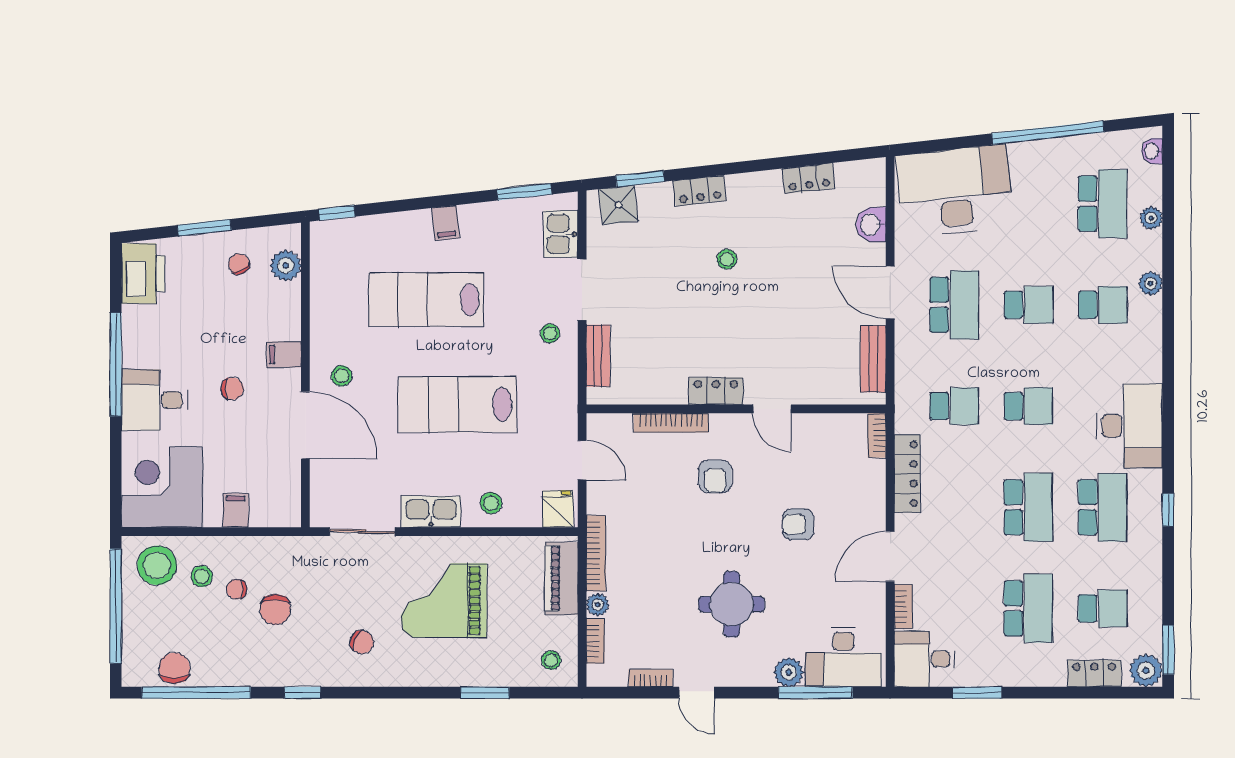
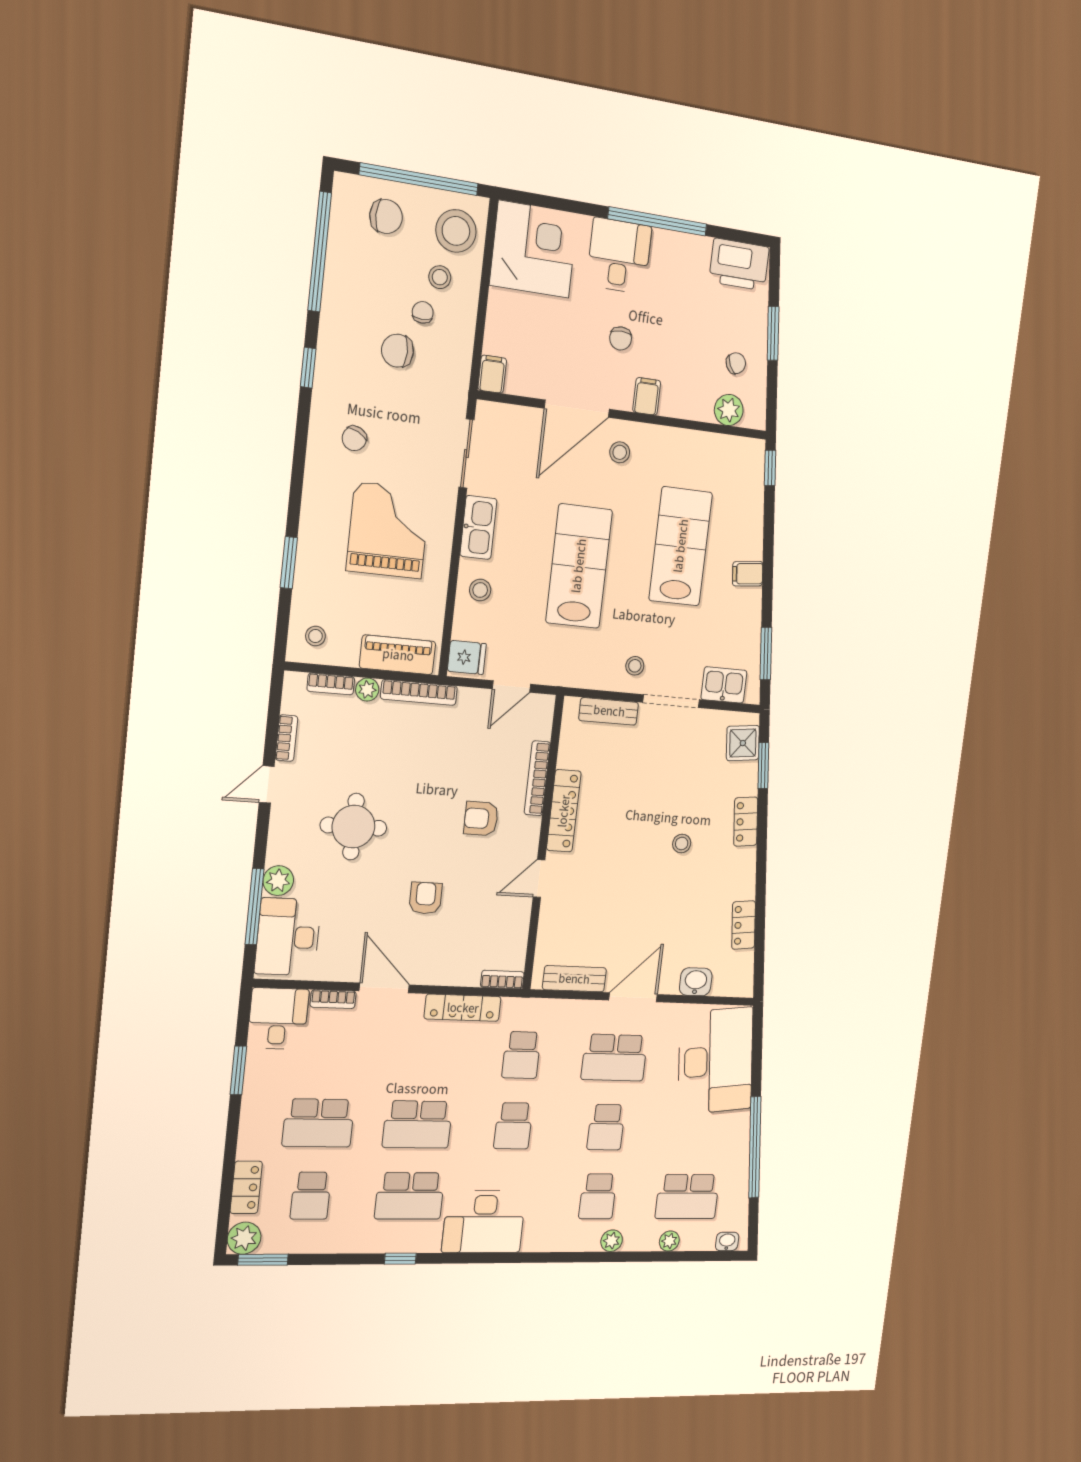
locker: (716, 391) -> (564, 811), width x1.53
filing cabinet: (236, 510) -> (492, 374), moved, turned -90
chair: (174, 668) -> (386, 216), moved

